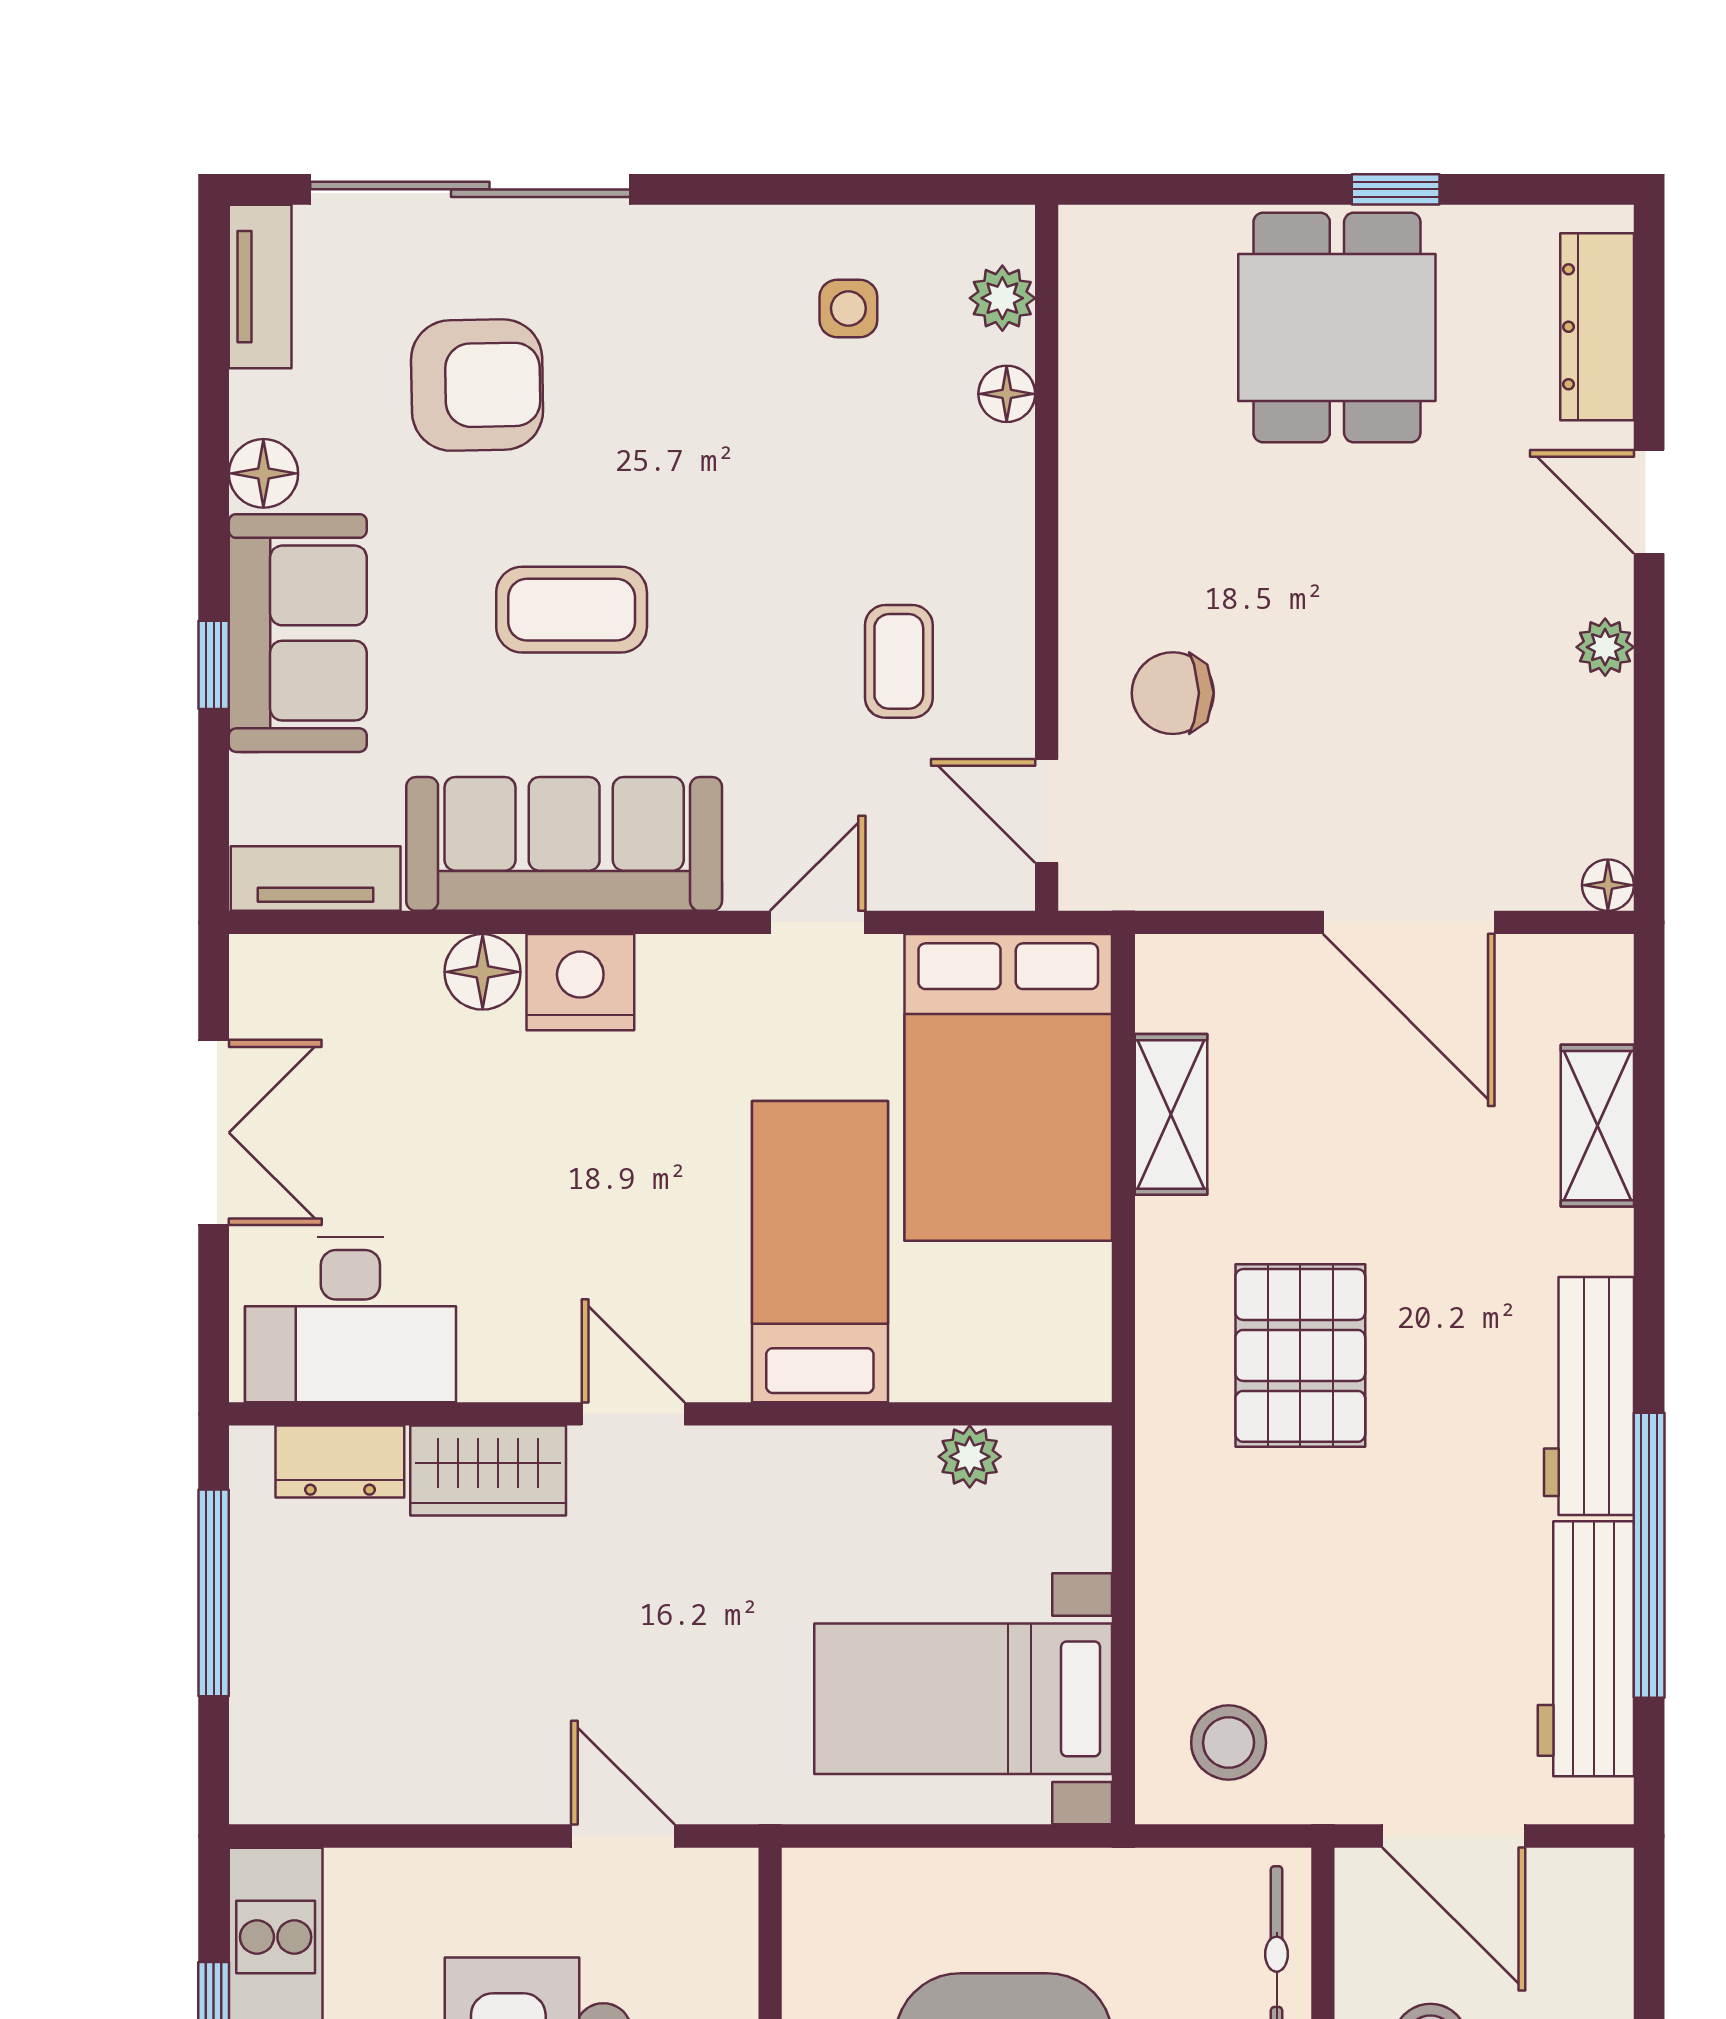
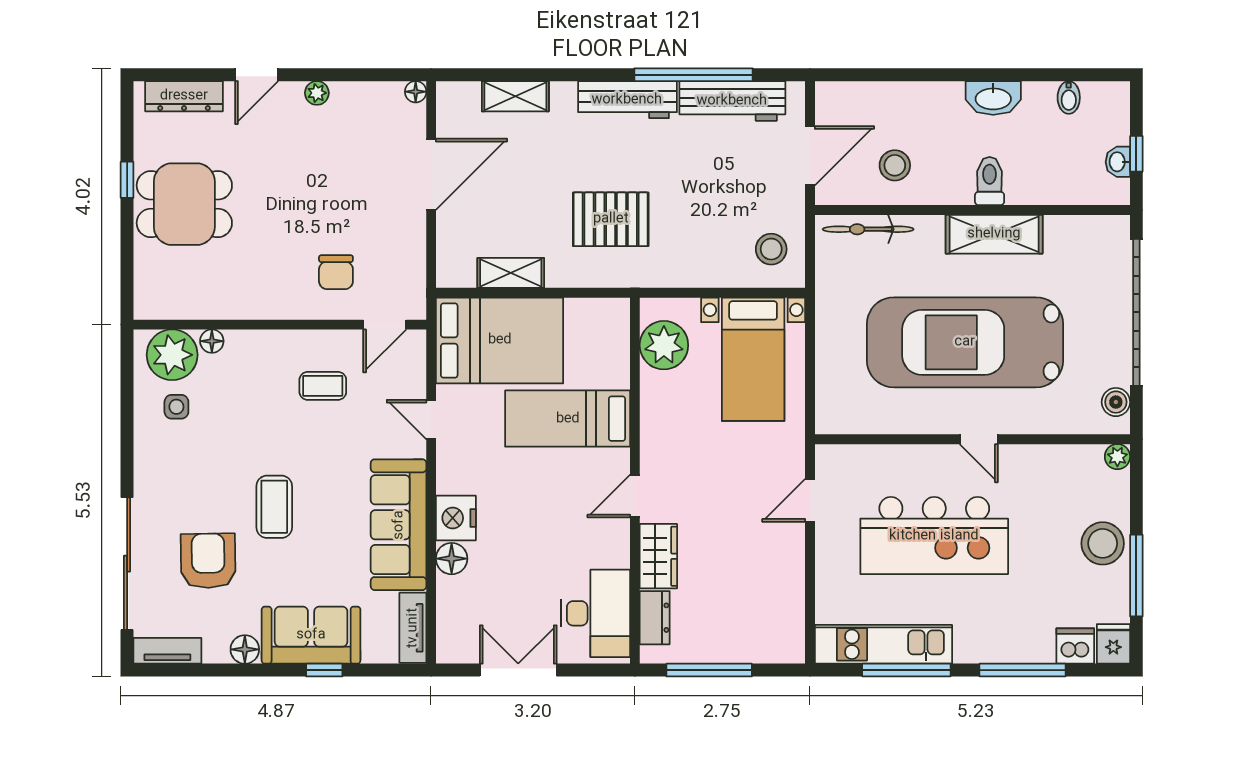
plant: (1002, 298) -> (172, 355), width x1.88, depth x1.88
coffee table: (572, 610) -> (274, 507), moved
plant: (970, 1457) -> (664, 345), width x1.88, depth x1.88

